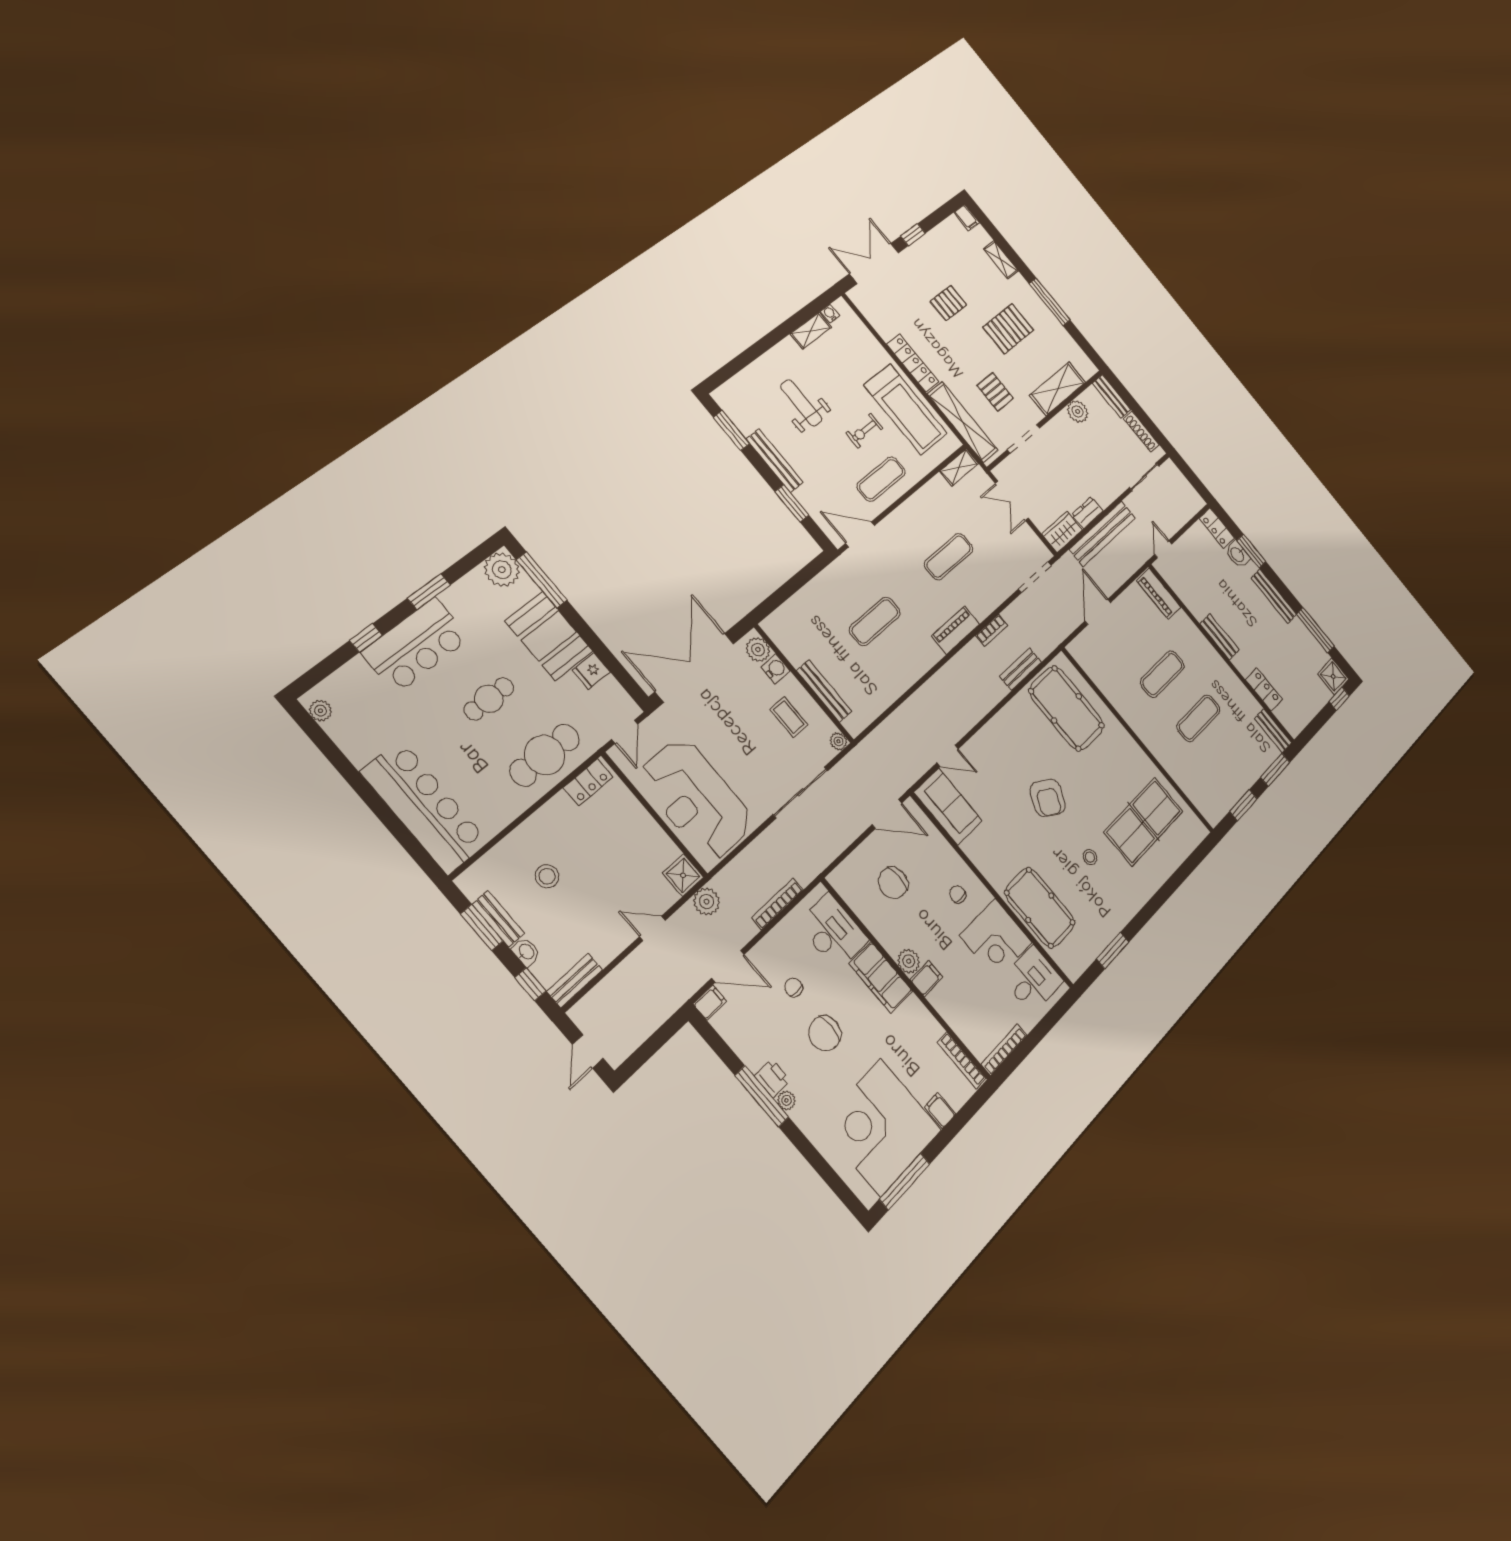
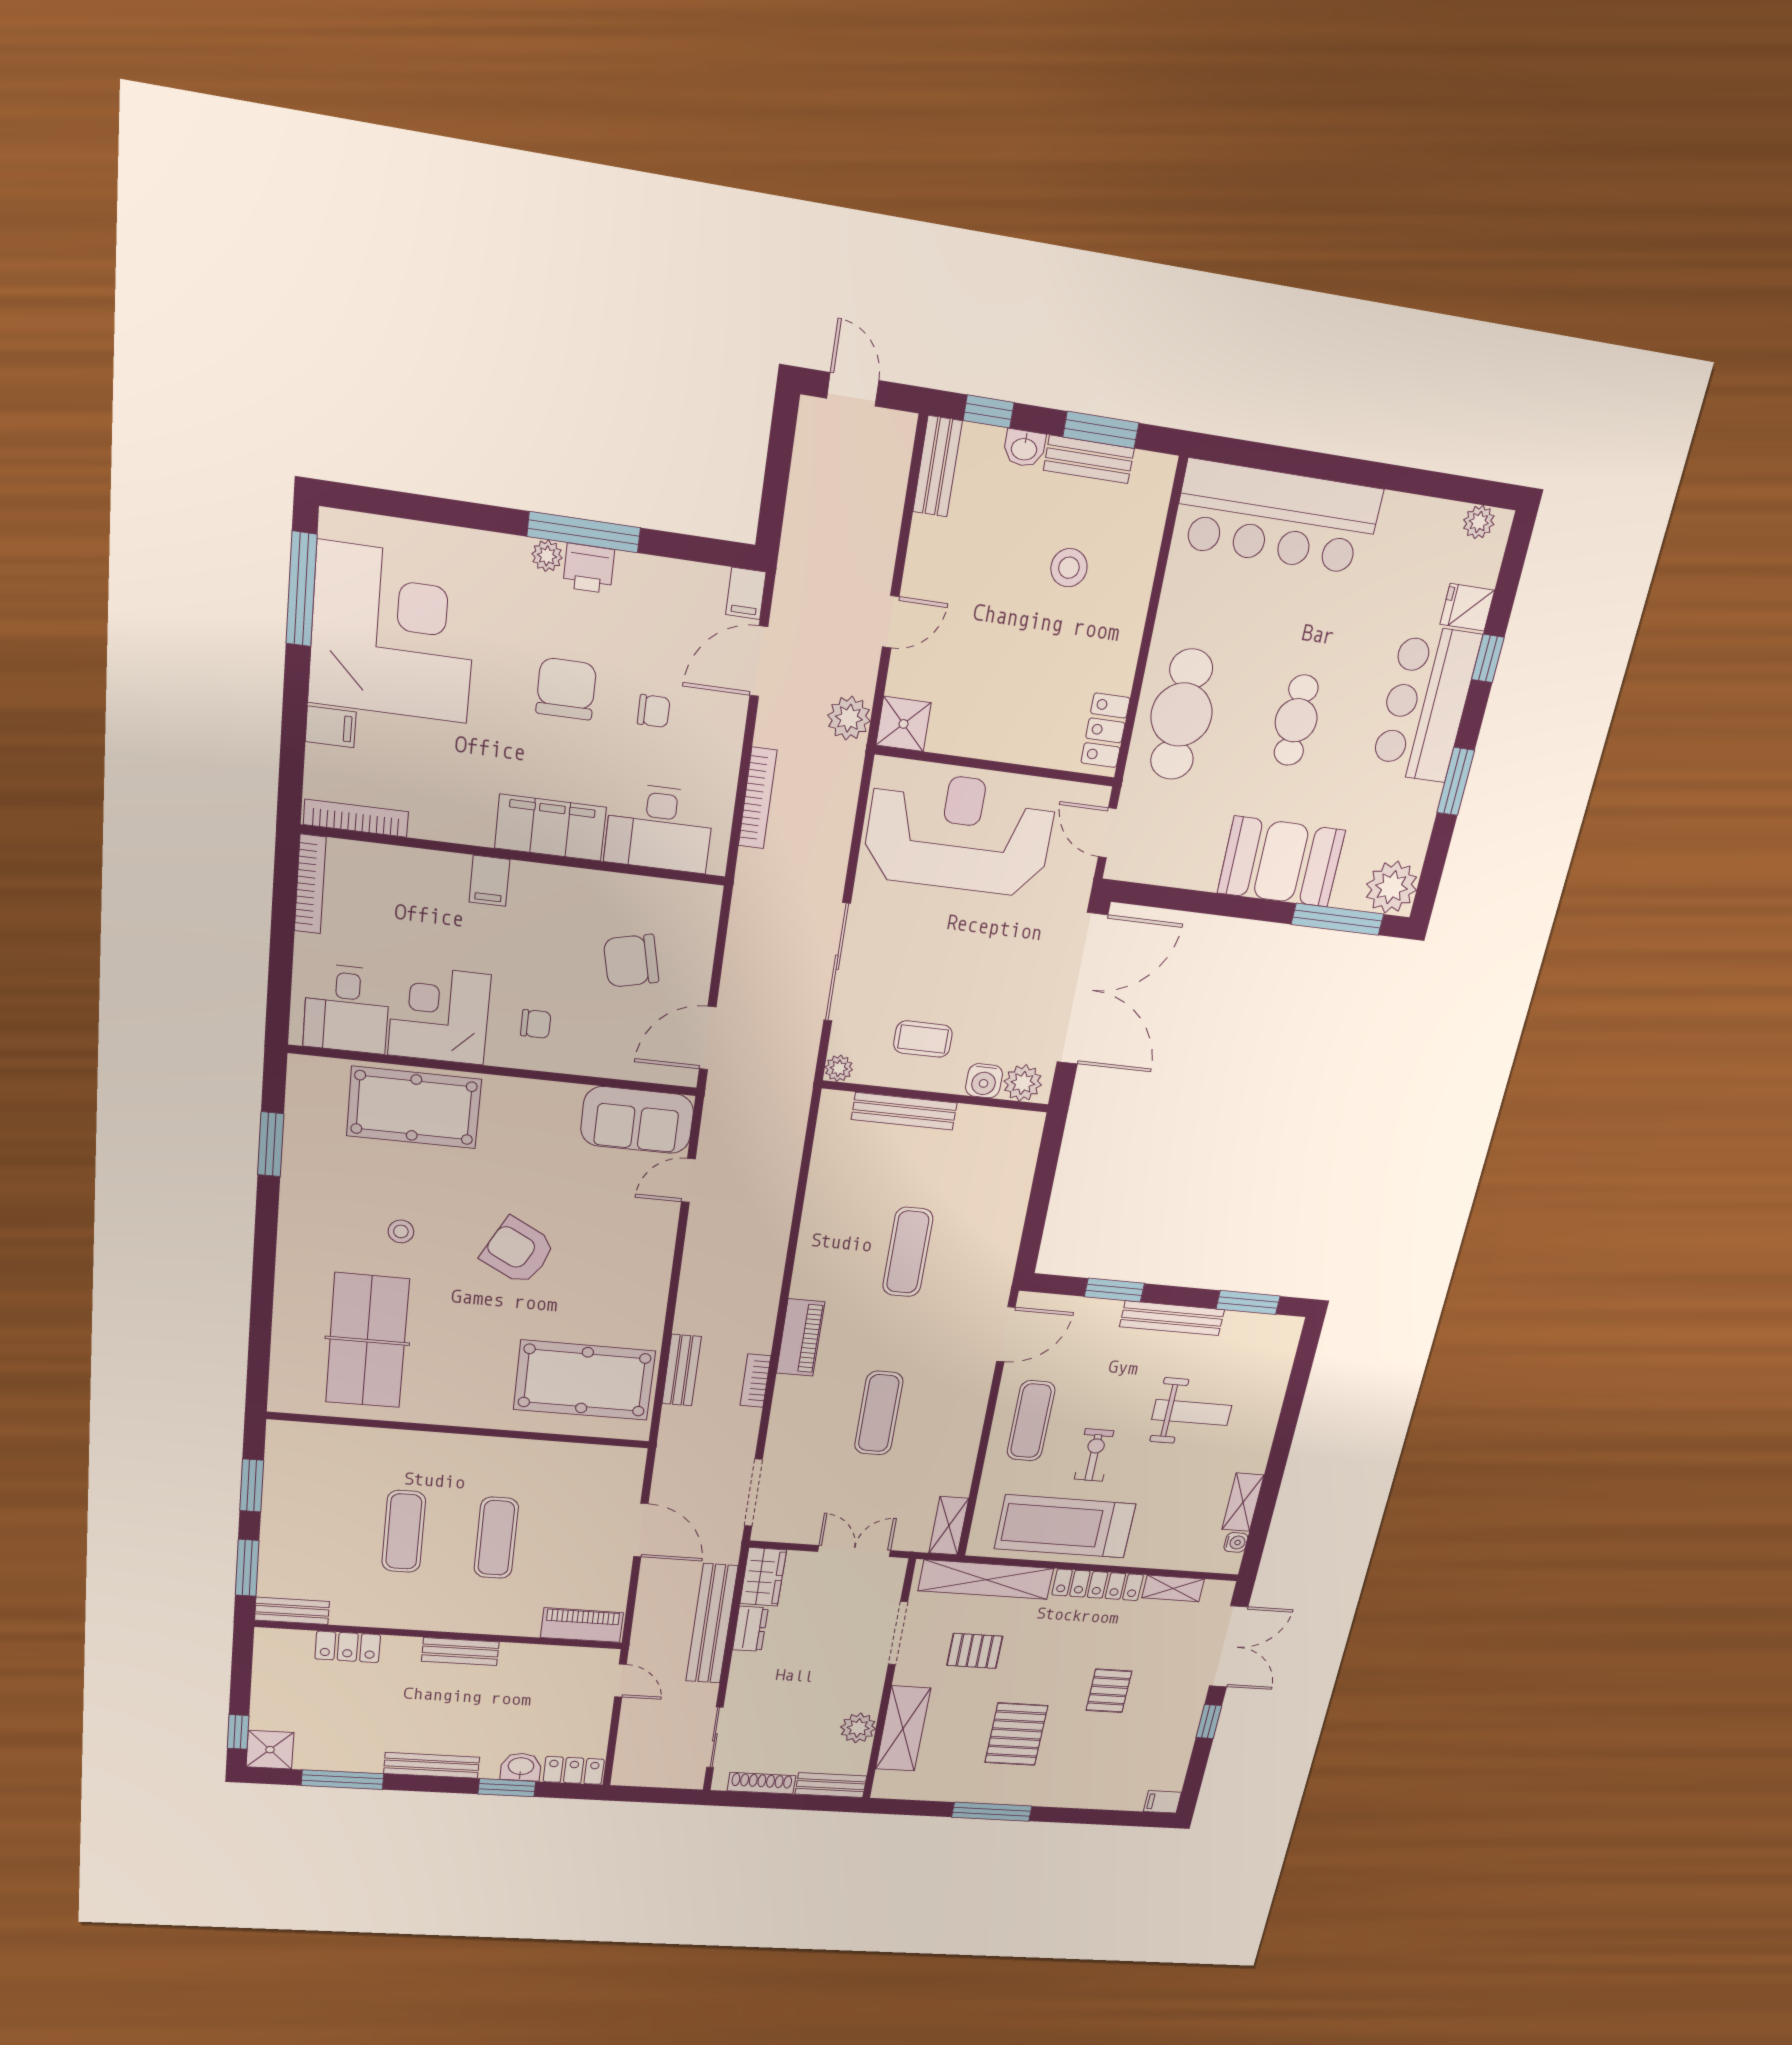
shelving: (1001, 260) -> (1173, 1588), moved
fridge: (591, 671) -> (1467, 607), moved, turned -90
chair: (893, 883) -> (631, 961), turned -103
plant: (909, 961) -> (531, 881), removed

